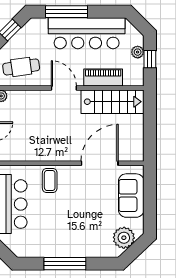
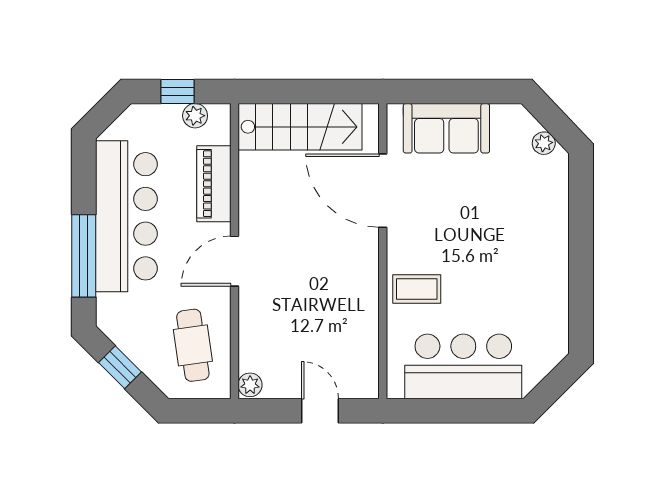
plant: (138, 52) -> (195, 116), moved
stairs: (112, 102) -> (300, 127), moved, turned 90
plant: (124, 238) -> (544, 143), width x0.53, depth x0.53
window: (65, 264) -> (581, 259), removed

